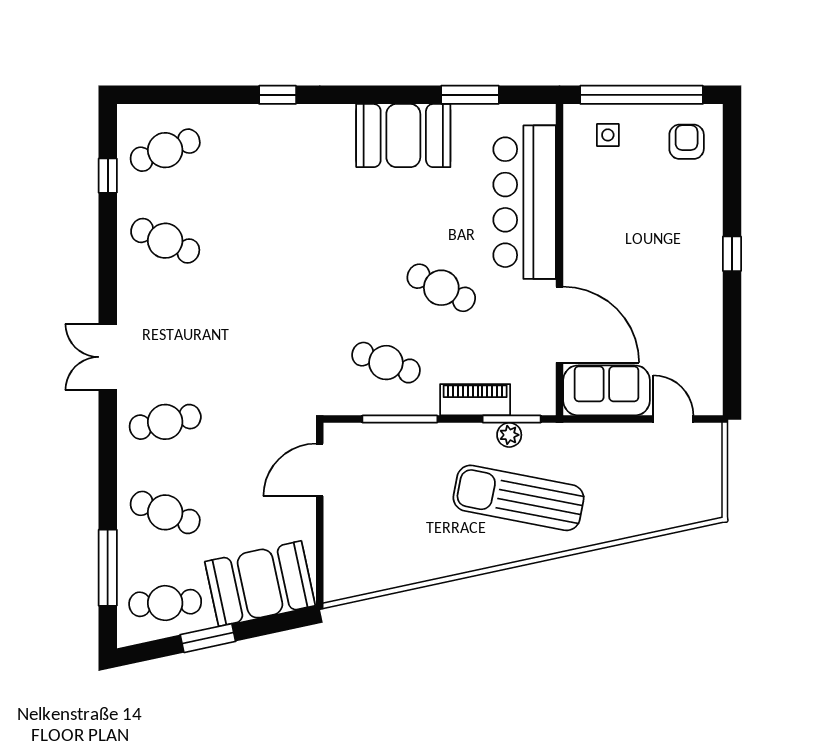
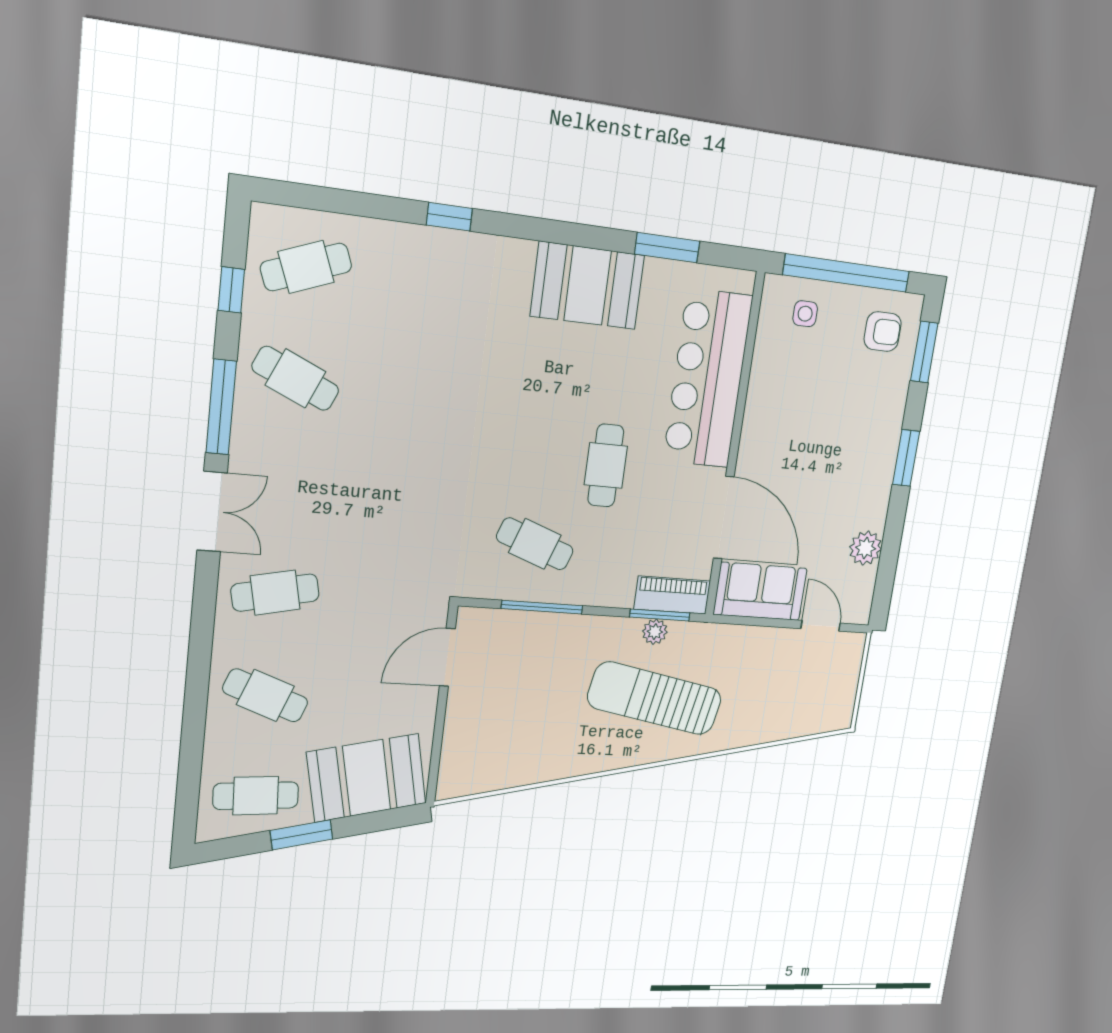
armchair: (687, 142) -> (883, 332), turned 90
window: (732, 155) -> (924, 352), added
window: (732, 254) -> (906, 458), width x1.50
cafe table: (441, 288) -> (606, 466), turned 63
plant: (706, 342) -> (866, 548), added
double door: (108, 357) -> (212, 512), swing flipped
piano: (475, 400) -> (672, 595), moved
window: (108, 568) -> (221, 407), moved

